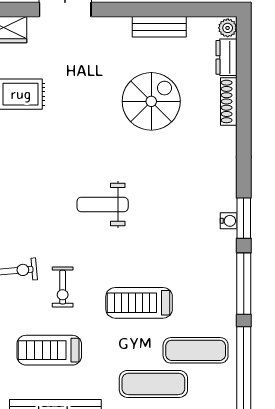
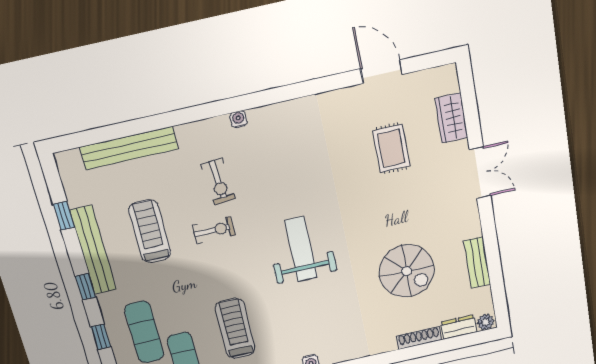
weight bench: (103, 204) -> (301, 249), width x1.36, depth x1.33
exercise bike: (63, 287) -> (214, 230), turned 180
treadmill: (139, 303) -> (235, 329), moved

